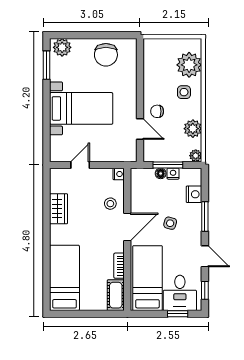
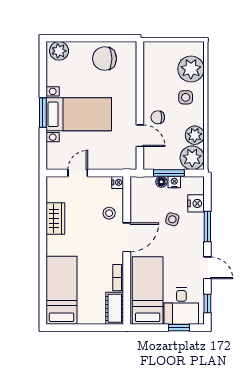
chair: (106, 55) -> (105, 59), turned 90
window: (47, 65) -> (43, 113), moved
plant: (196, 156) -> (192, 158), width x1.88, depth x1.88
side table: (170, 223) -> (172, 219), moved

